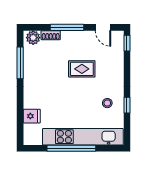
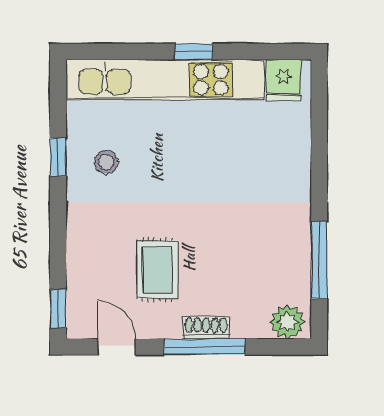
shoe rack: (51, 35) -> (206, 328), moved
rug: (82, 69) -> (157, 270), moved, turned 90
fridge: (32, 116) -> (284, 80), moved, turned -90
window: (71, 148) -> (194, 52), width x0.32

